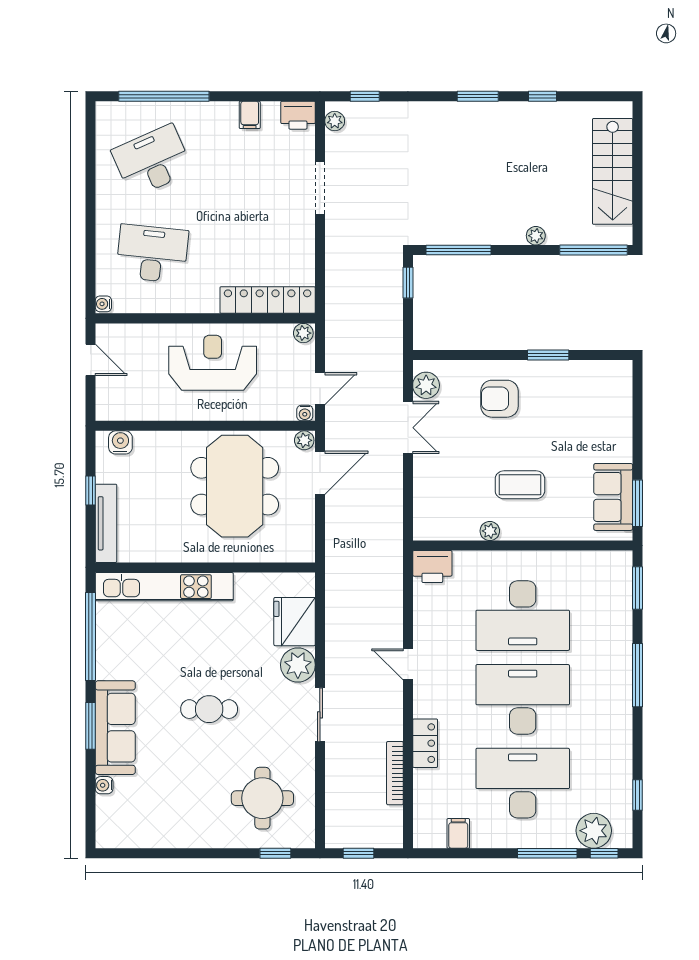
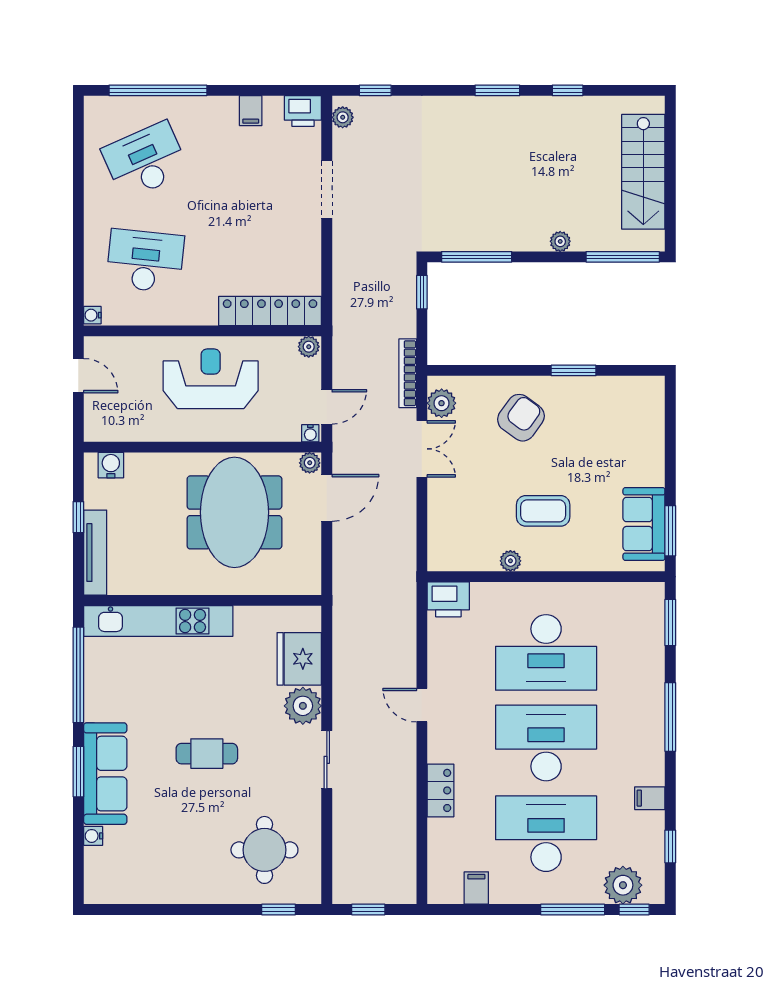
armchair: (499, 399) -> (521, 418), turned 126
filing cabinet: (619, 750) -> (650, 798), added
bookcase: (395, 773) -> (408, 373), moved

